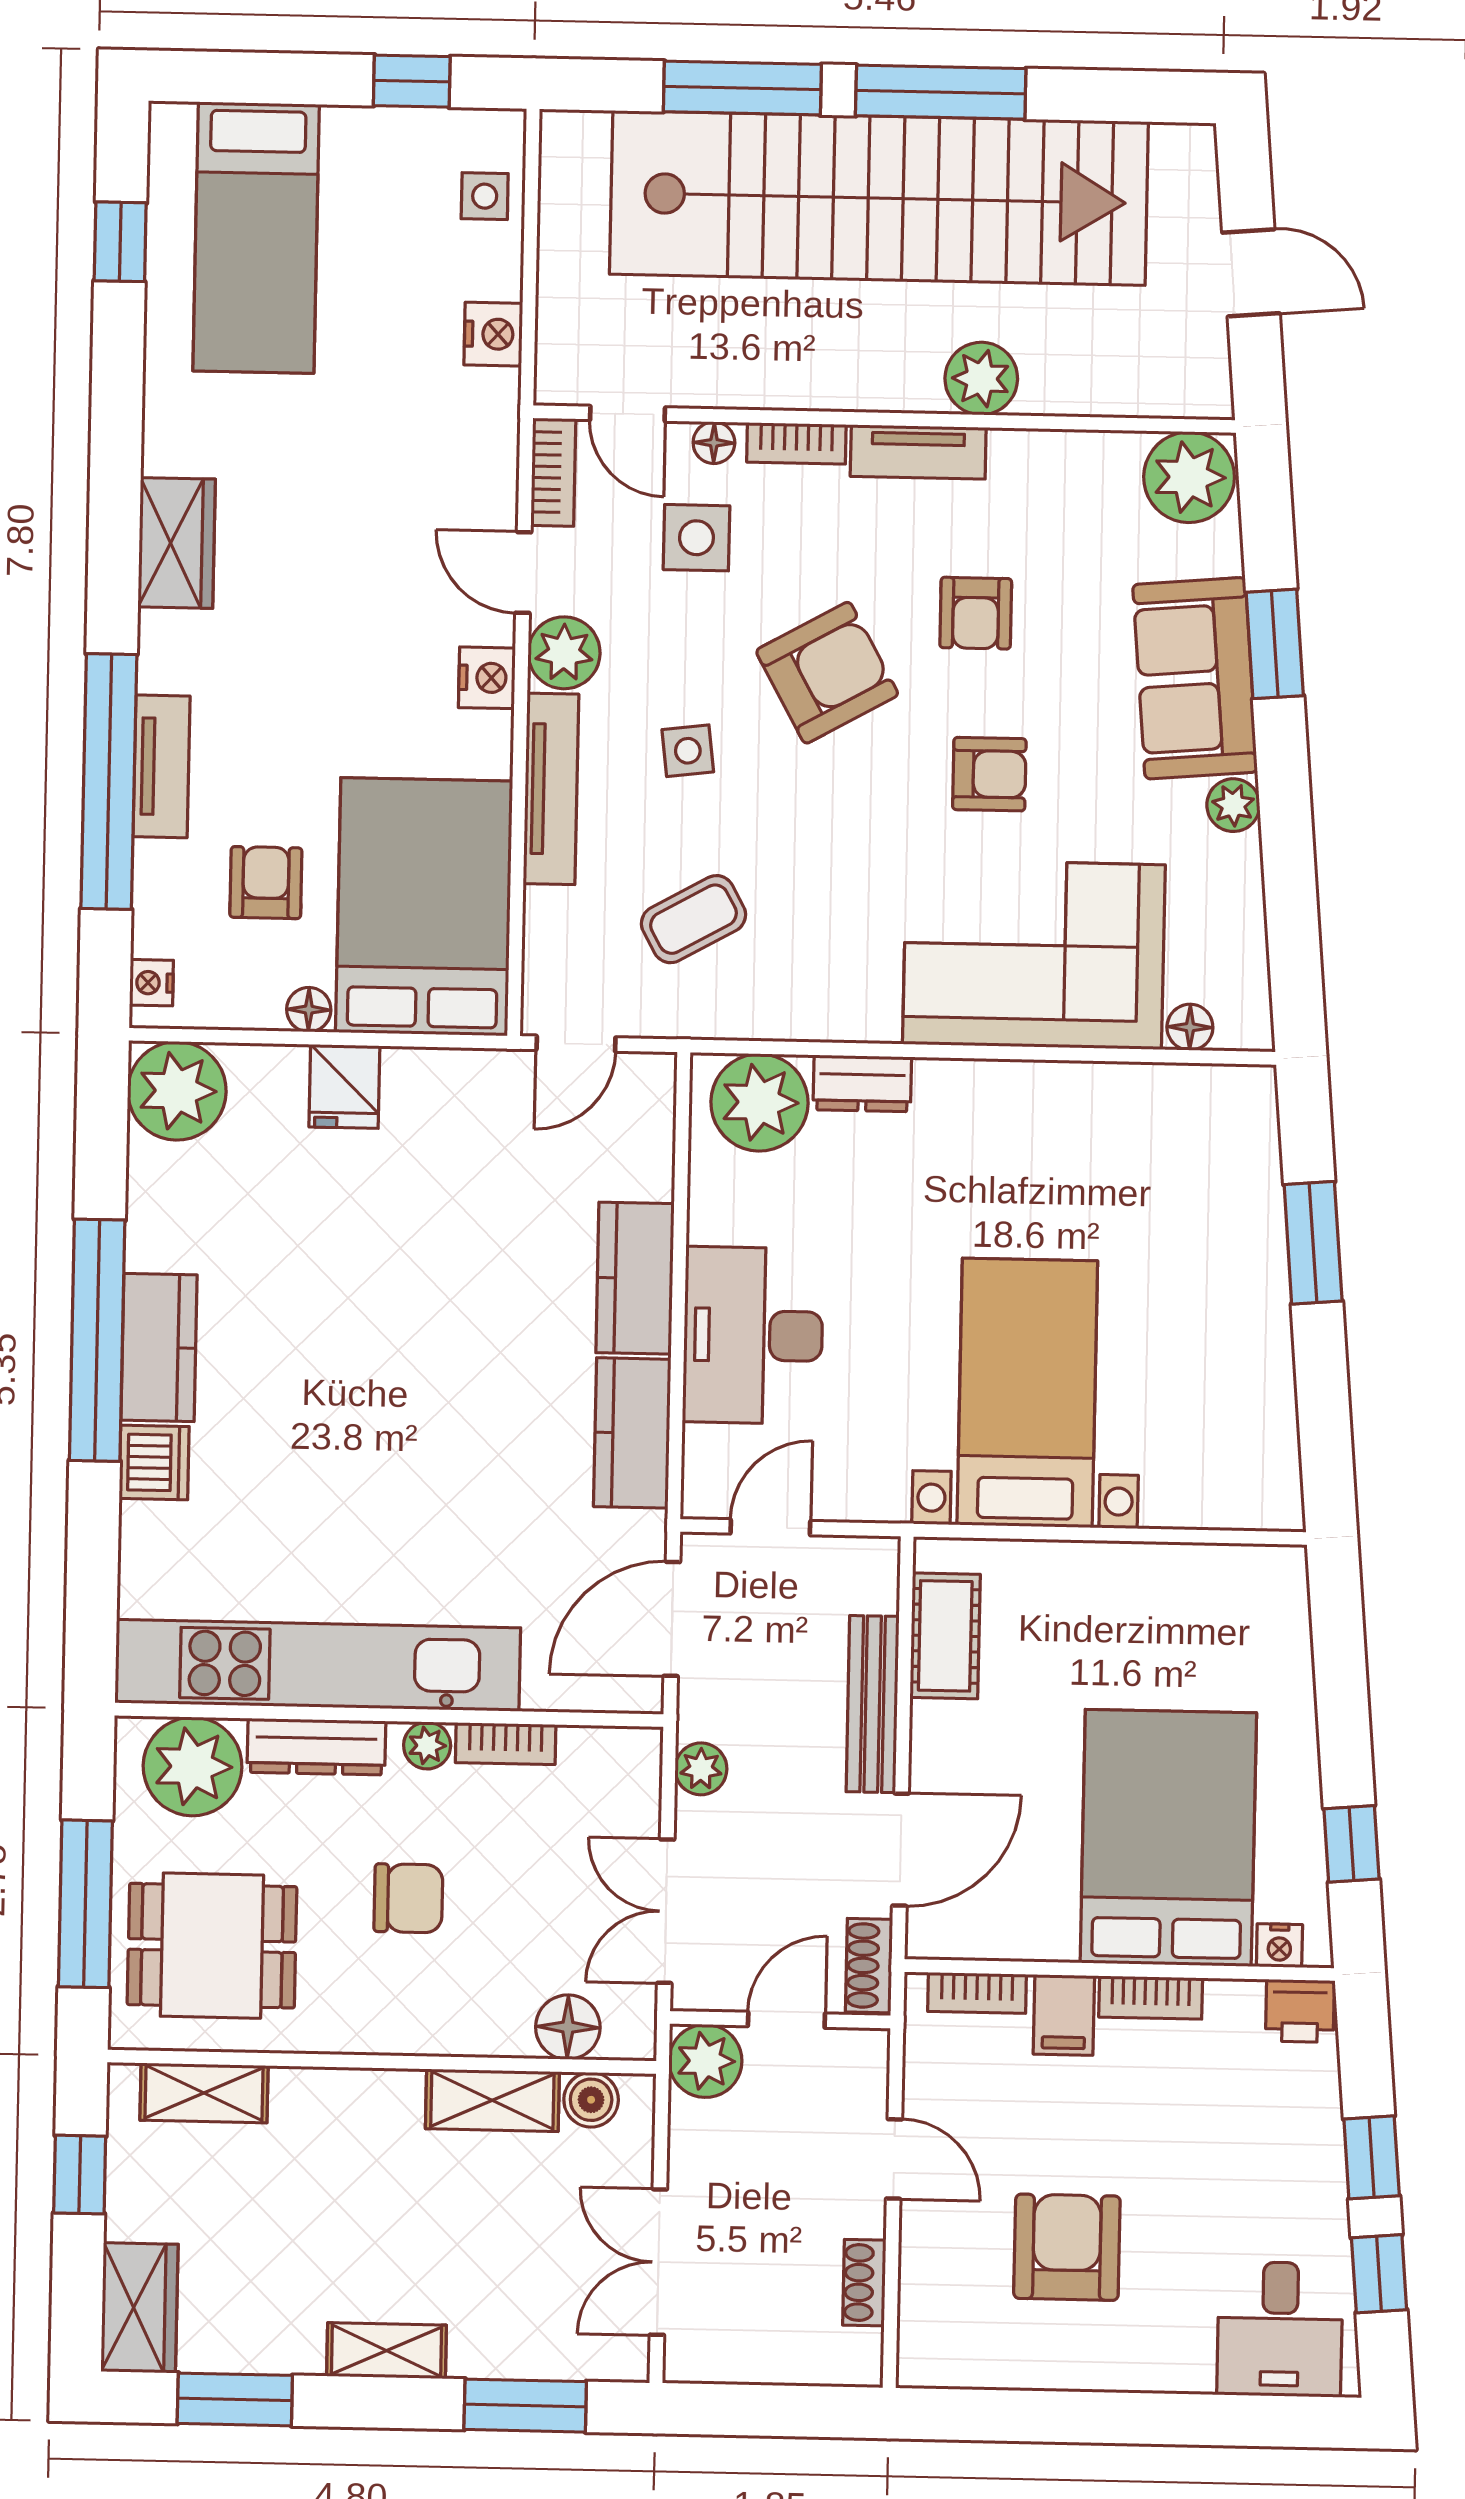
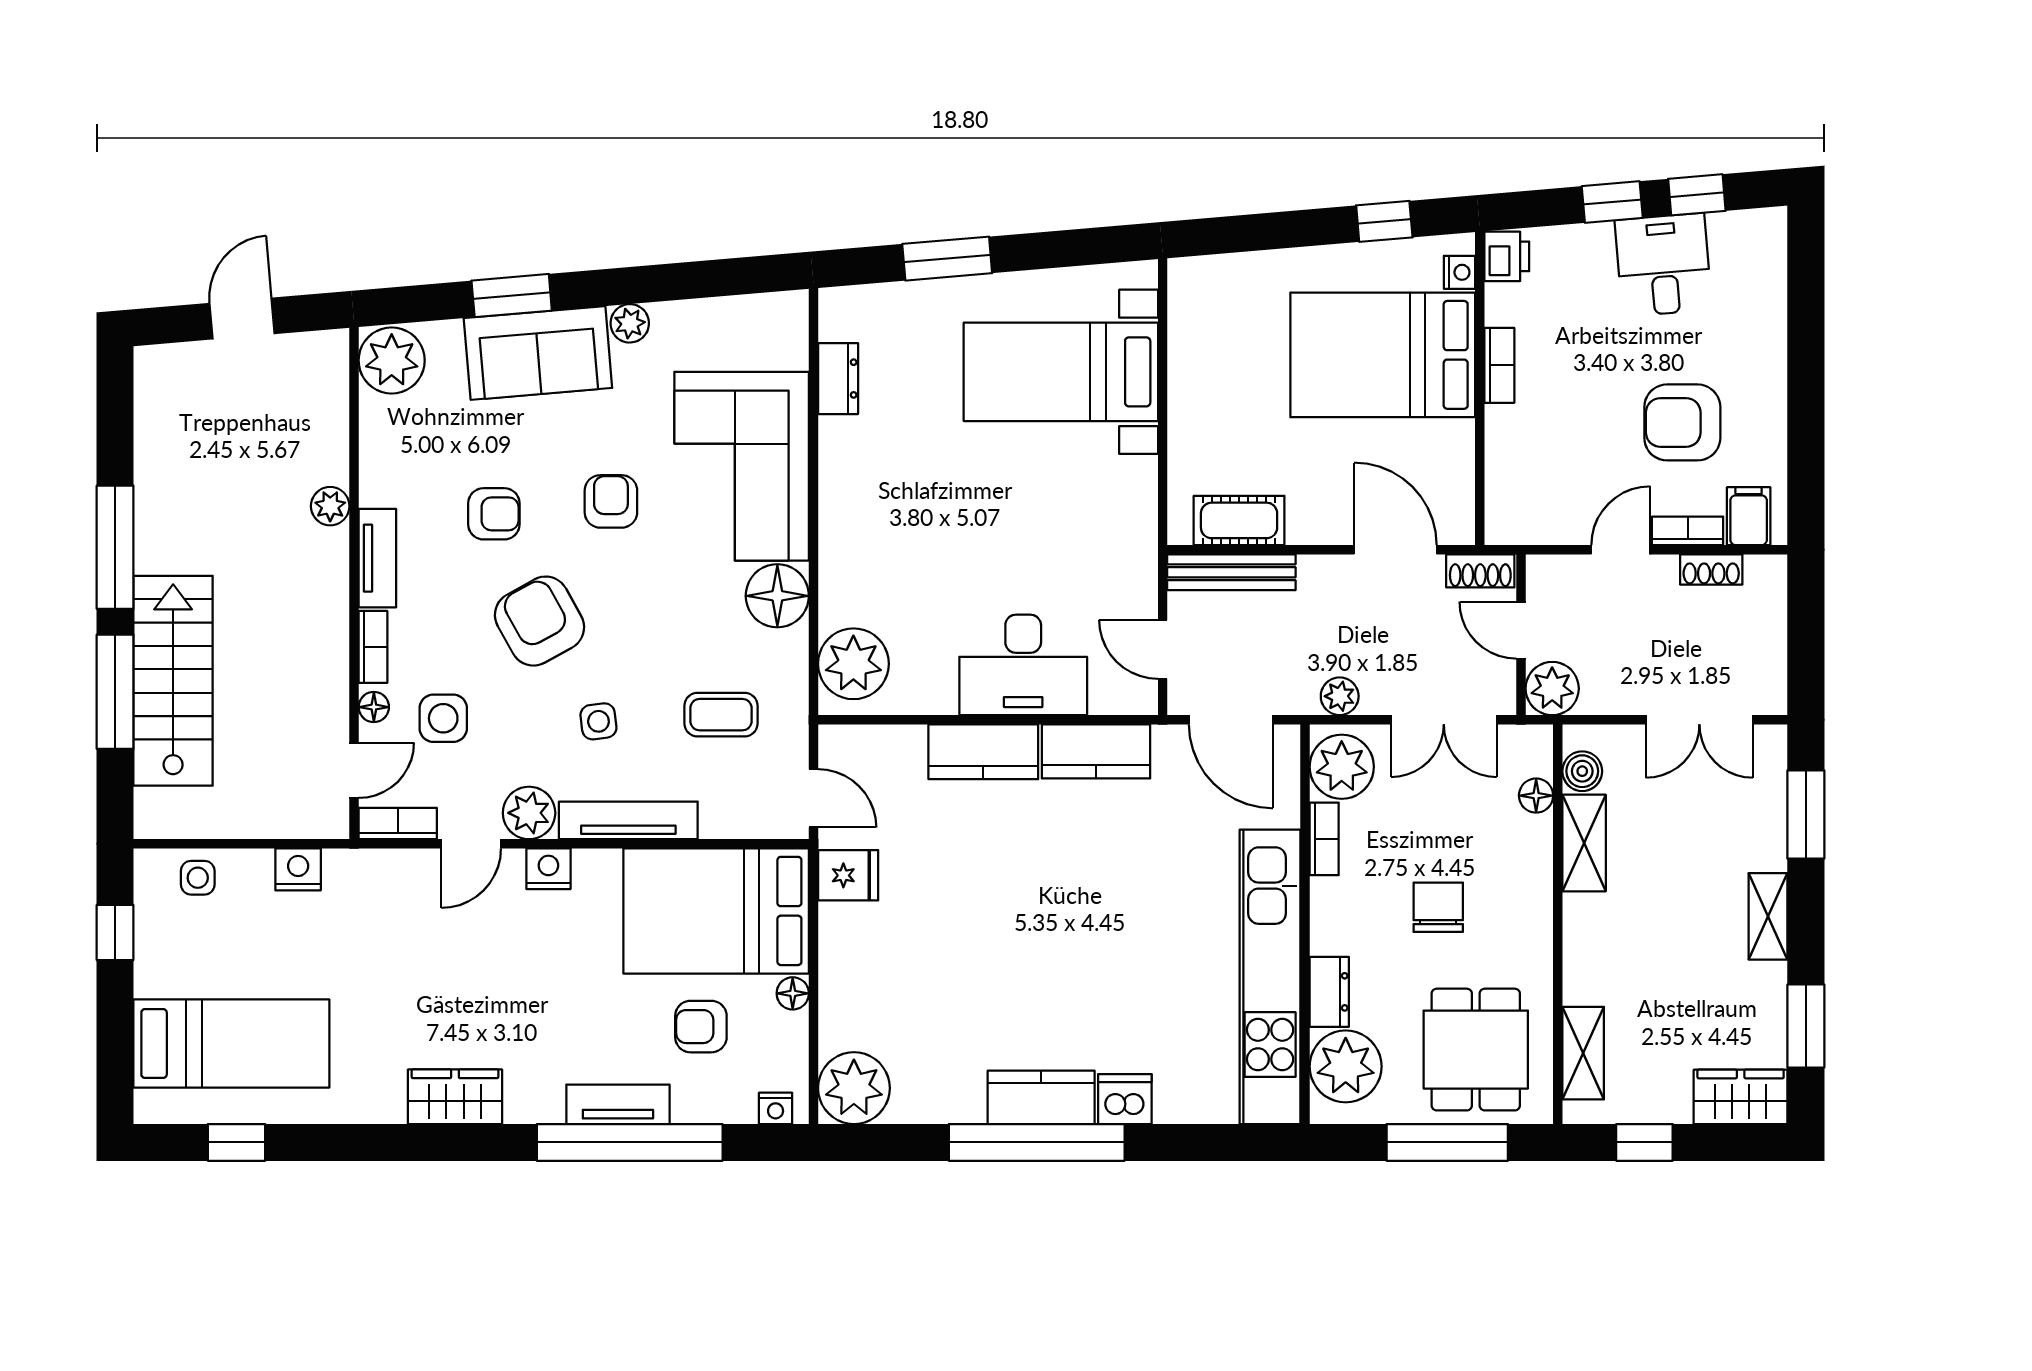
stairs: (879, 198) -> (173, 681), width x0.54, depth x0.66
plant: (981, 379) -> (330, 506), width x0.73, depth x0.73
coffee table: (693, 919) -> (721, 715), turned -61
floor lamp: (1190, 1027) -> (777, 596), moved, width x1.89, depth x1.89
dresser: (862, 1083) -> (838, 379), moved
fridge: (344, 1086) -> (848, 875), moved
bed with nightstands: (1027, 1393) -> (1061, 372), moved
bench: (873, 1704) -> (1231, 572), moved
plant: (427, 1745) -> (1342, 767), moved, width x1.87, depth x1.87
dresser: (316, 1747) -> (1329, 992), width x0.70
bookcase: (977, 1993) -> (1688, 531), moved, turned -90
filing cabinet: (1064, 2015) -> (1749, 516), moved, turned -90
floor lamp: (568, 2027) -> (1536, 796), width x0.73, depth x0.73
desk: (1280, 2329) -> (1663, 265), moved, turned -95

